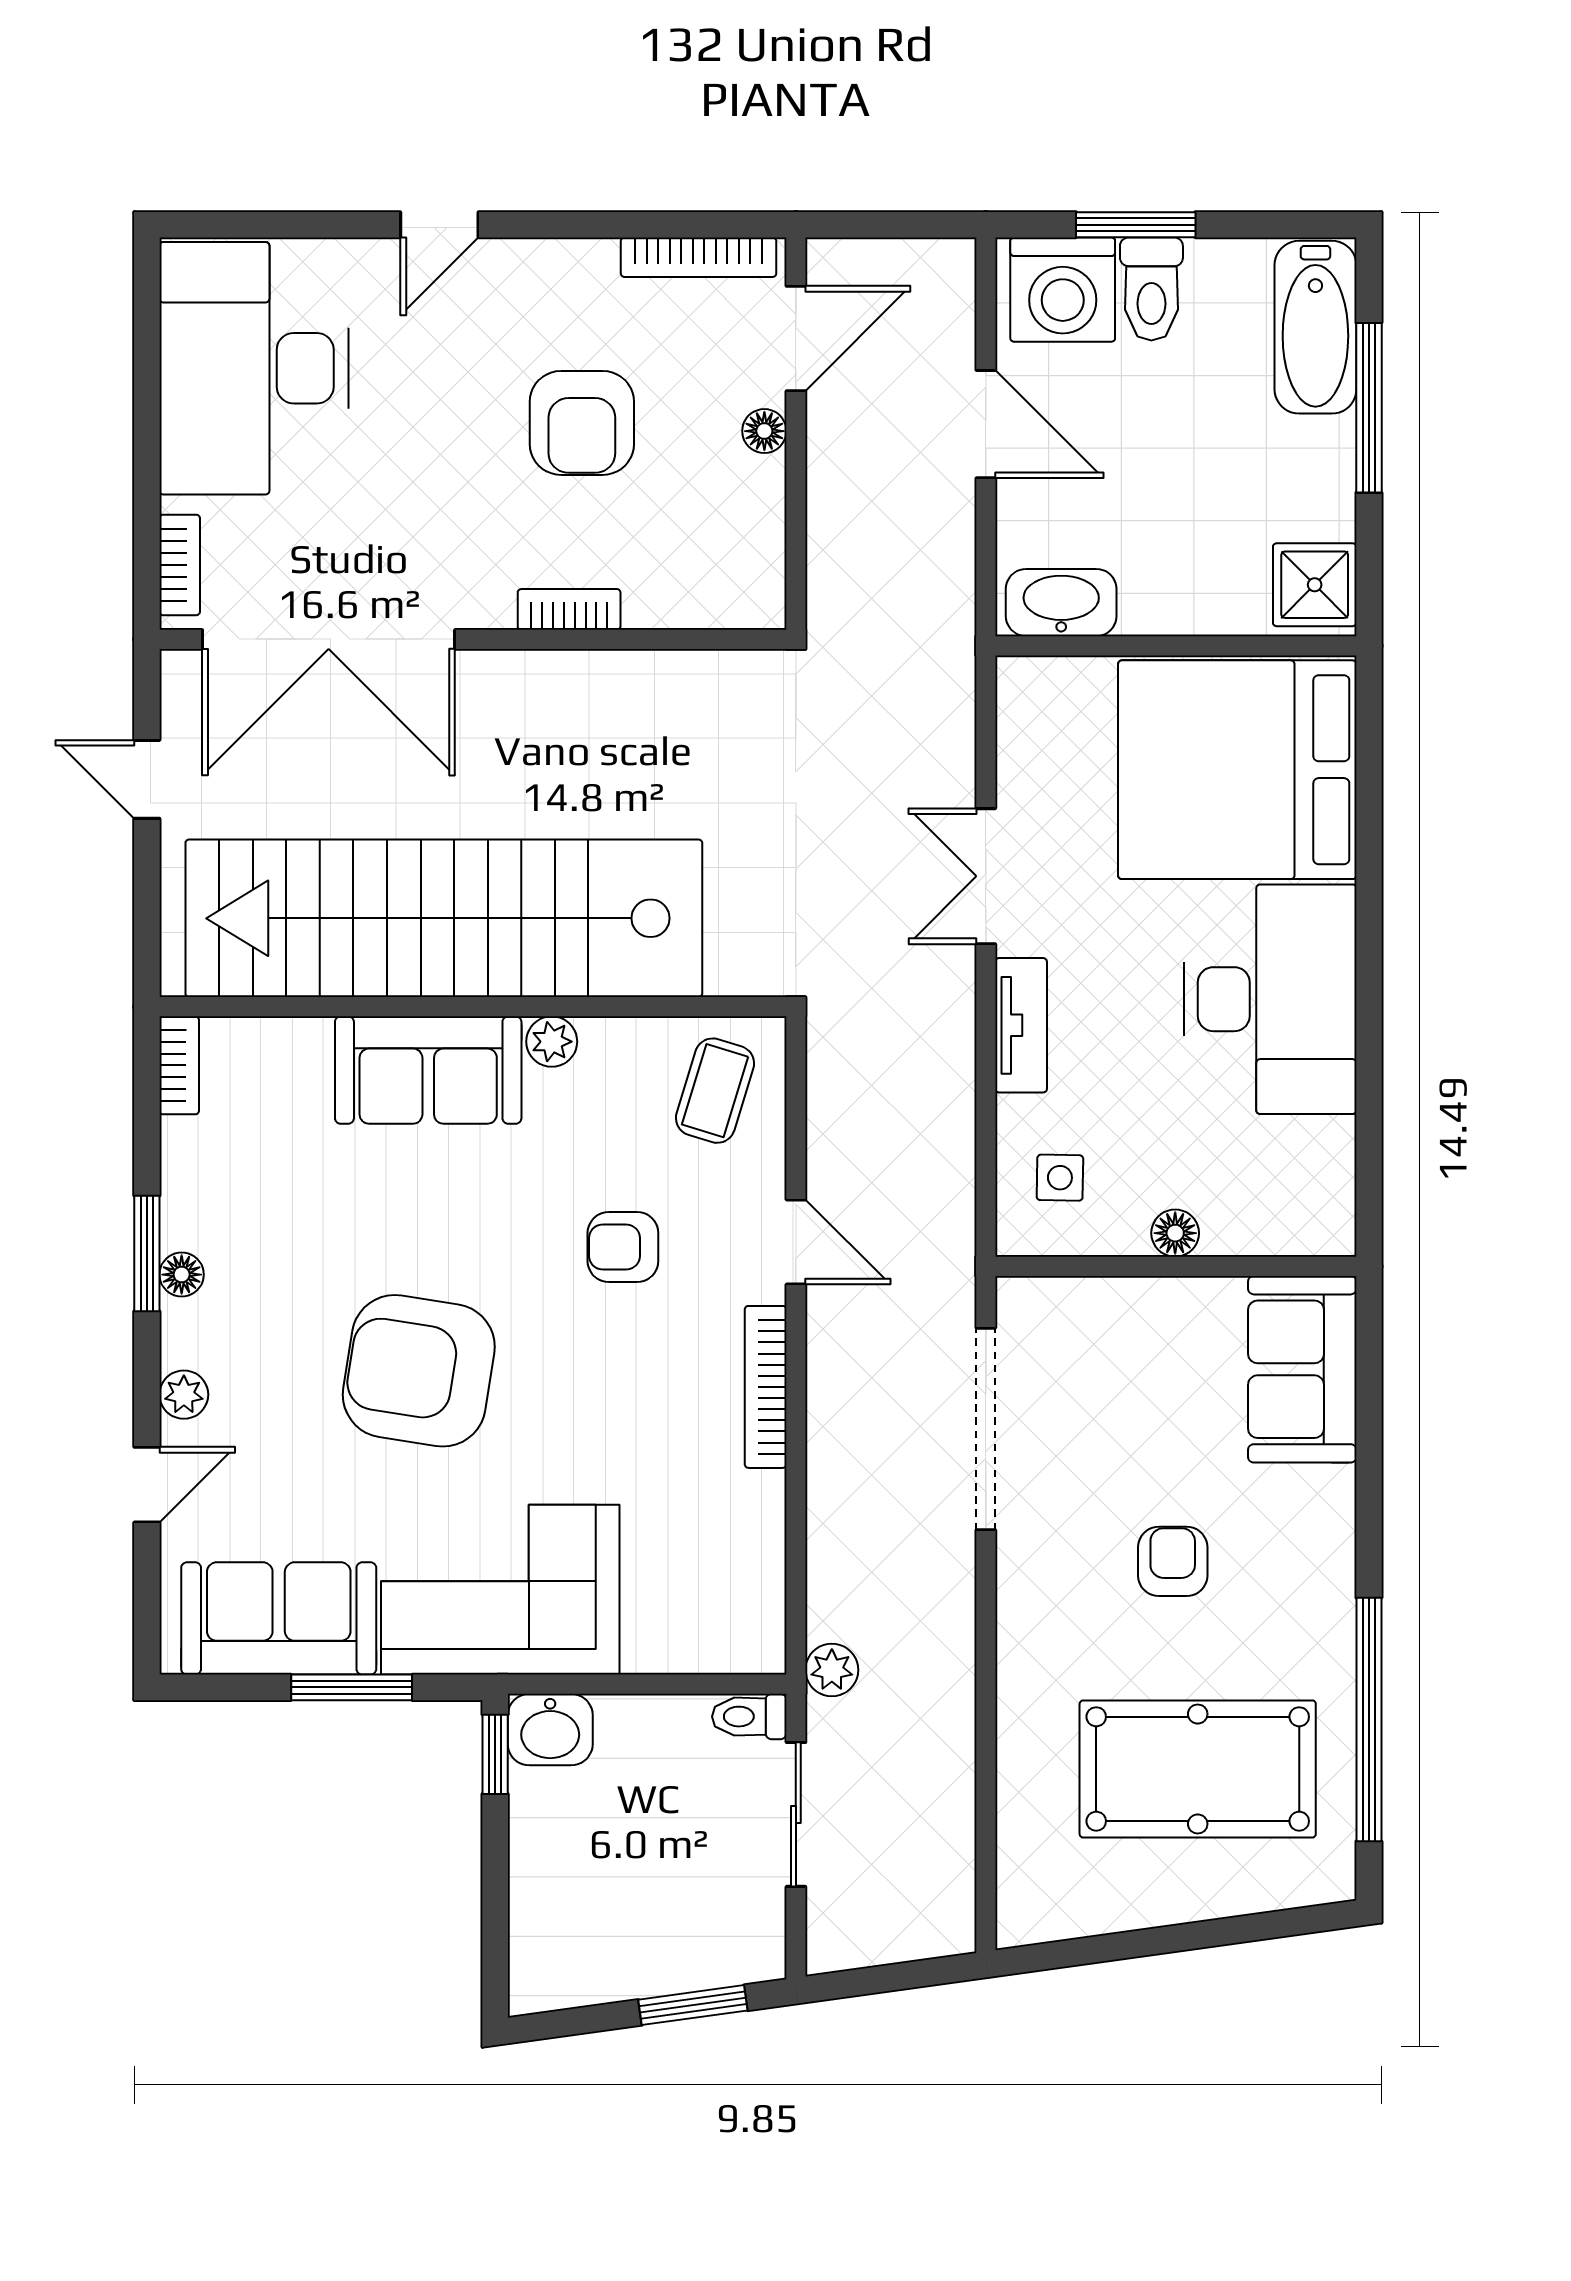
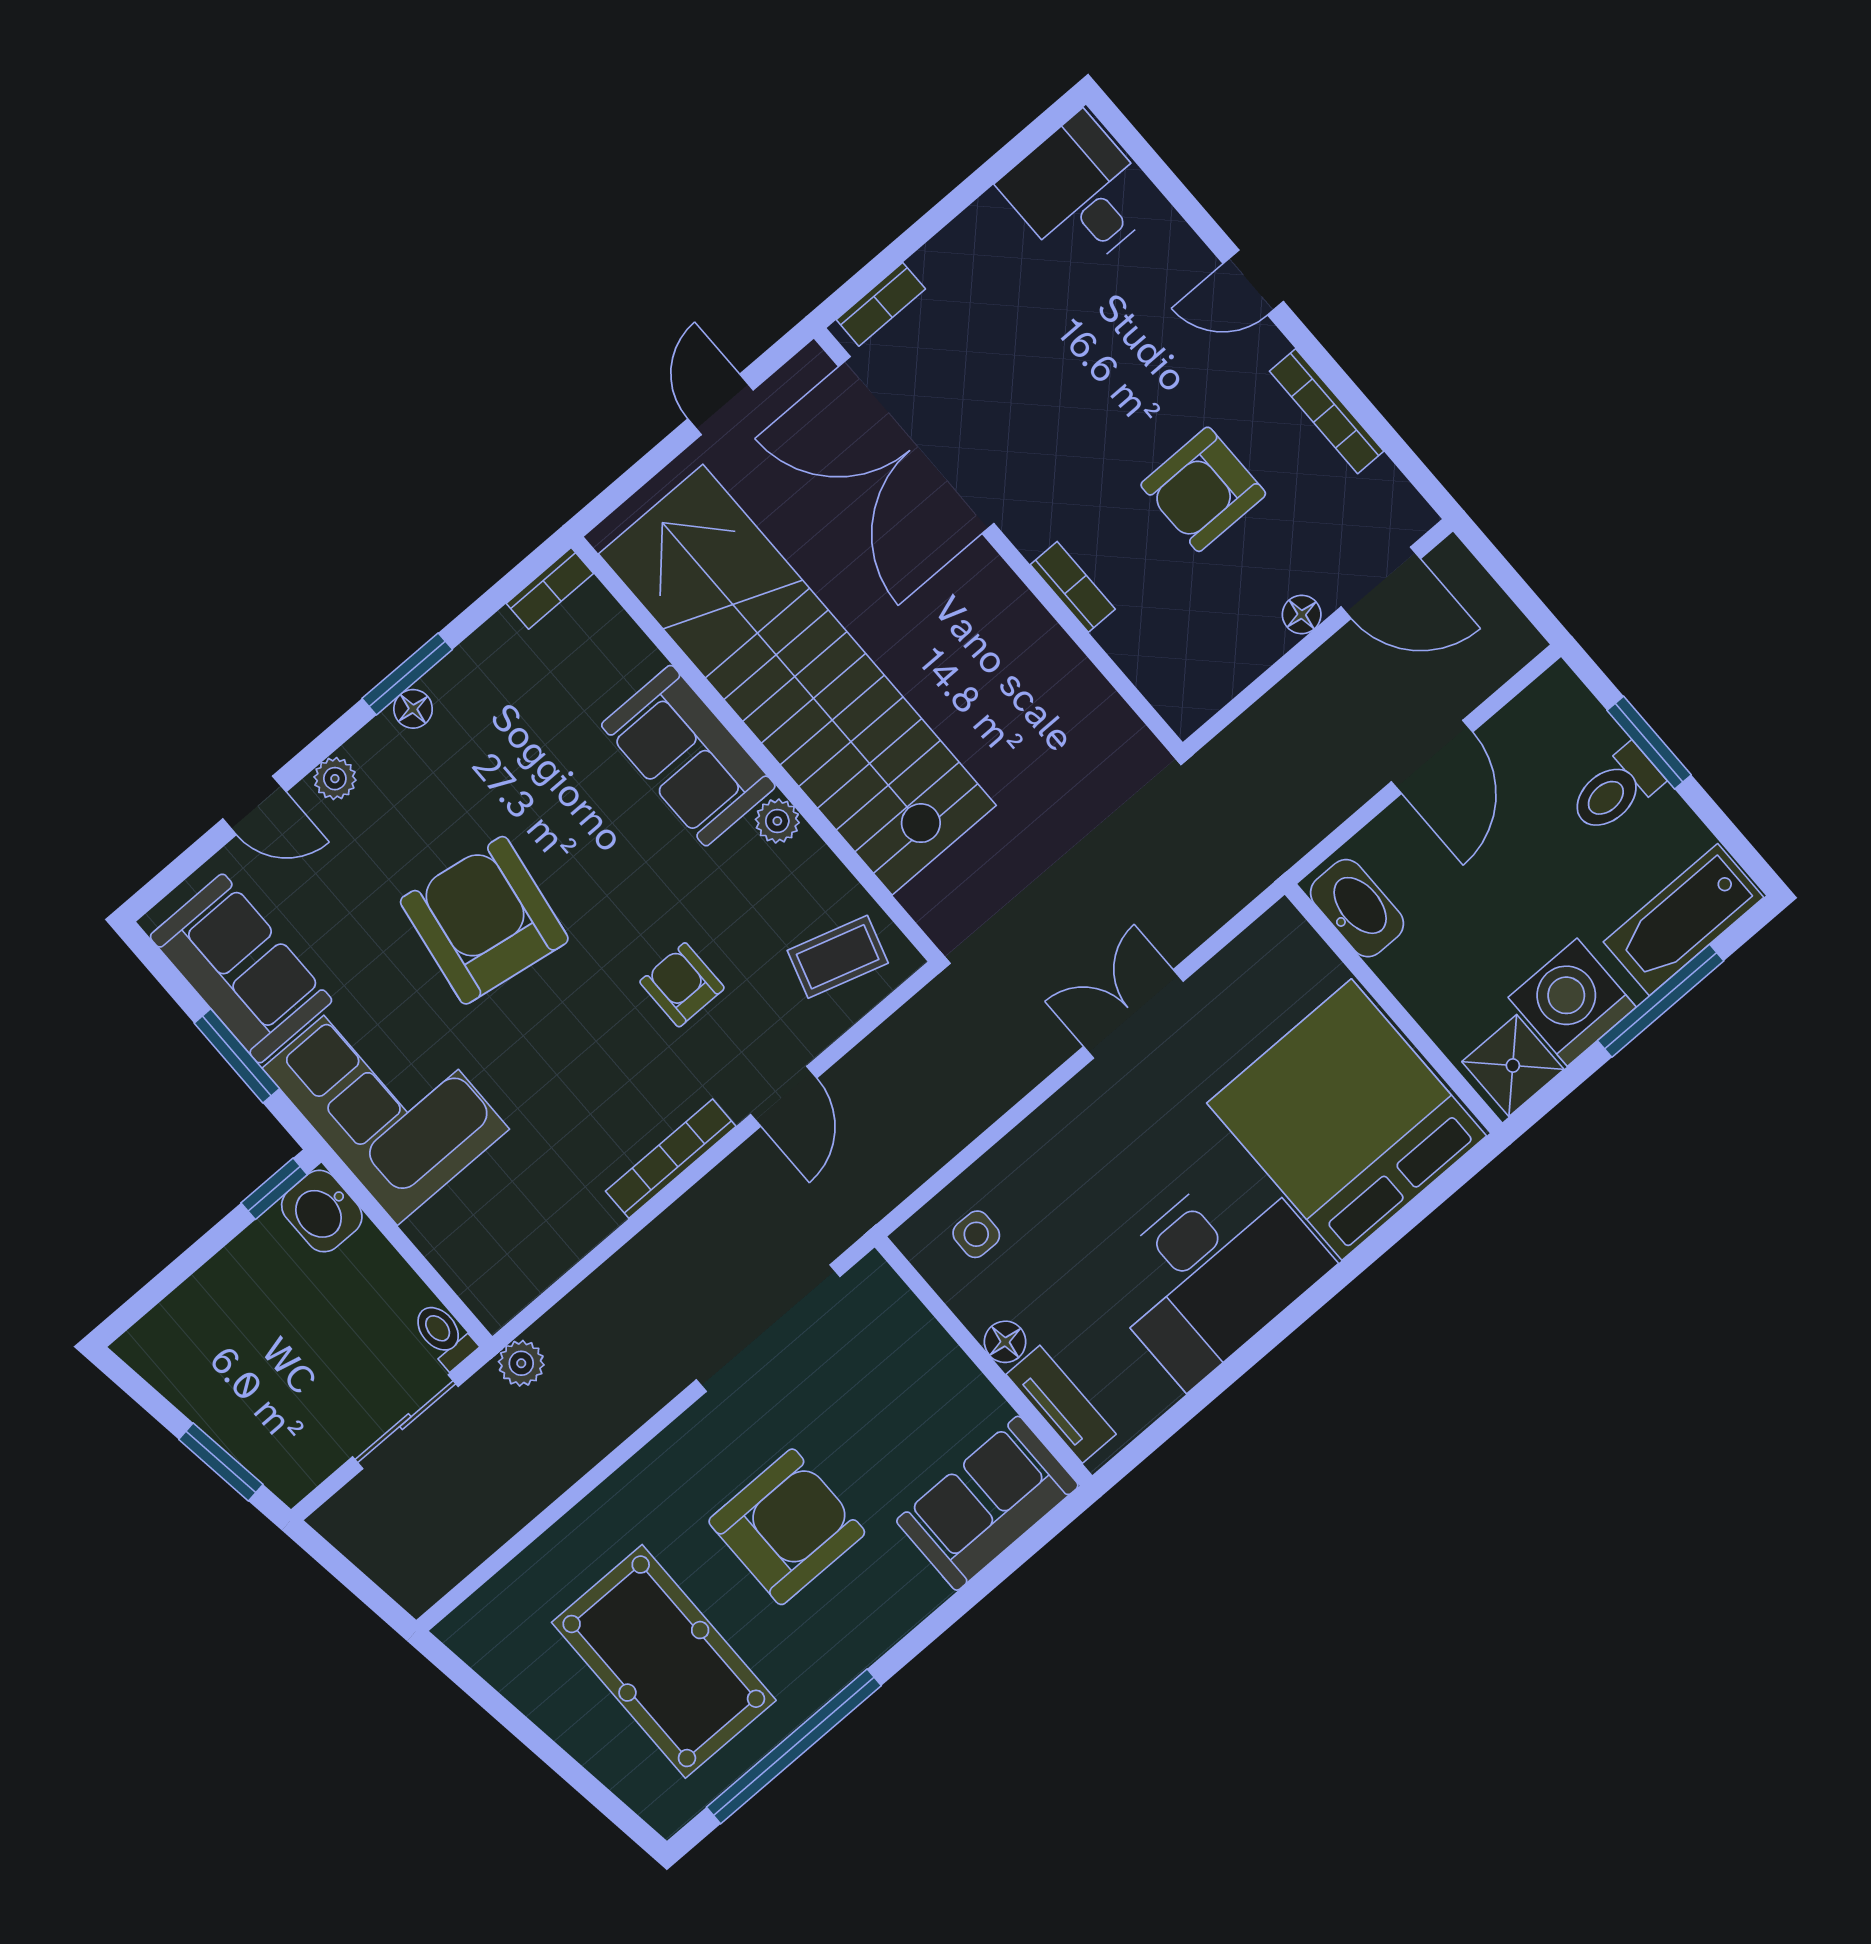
bookcase: (699, 257) -> (1327, 411), moved
washing machine: (1063, 290) -> (1572, 1002), moved, turned 90
desk: (254, 368) -> (1080, 194), width x0.53, depth x0.77
tv unit: (1021, 1025) -> (1061, 1404), moved, turned -90
armchair: (1173, 1561) -> (787, 1527), width x1.88, depth x1.88

